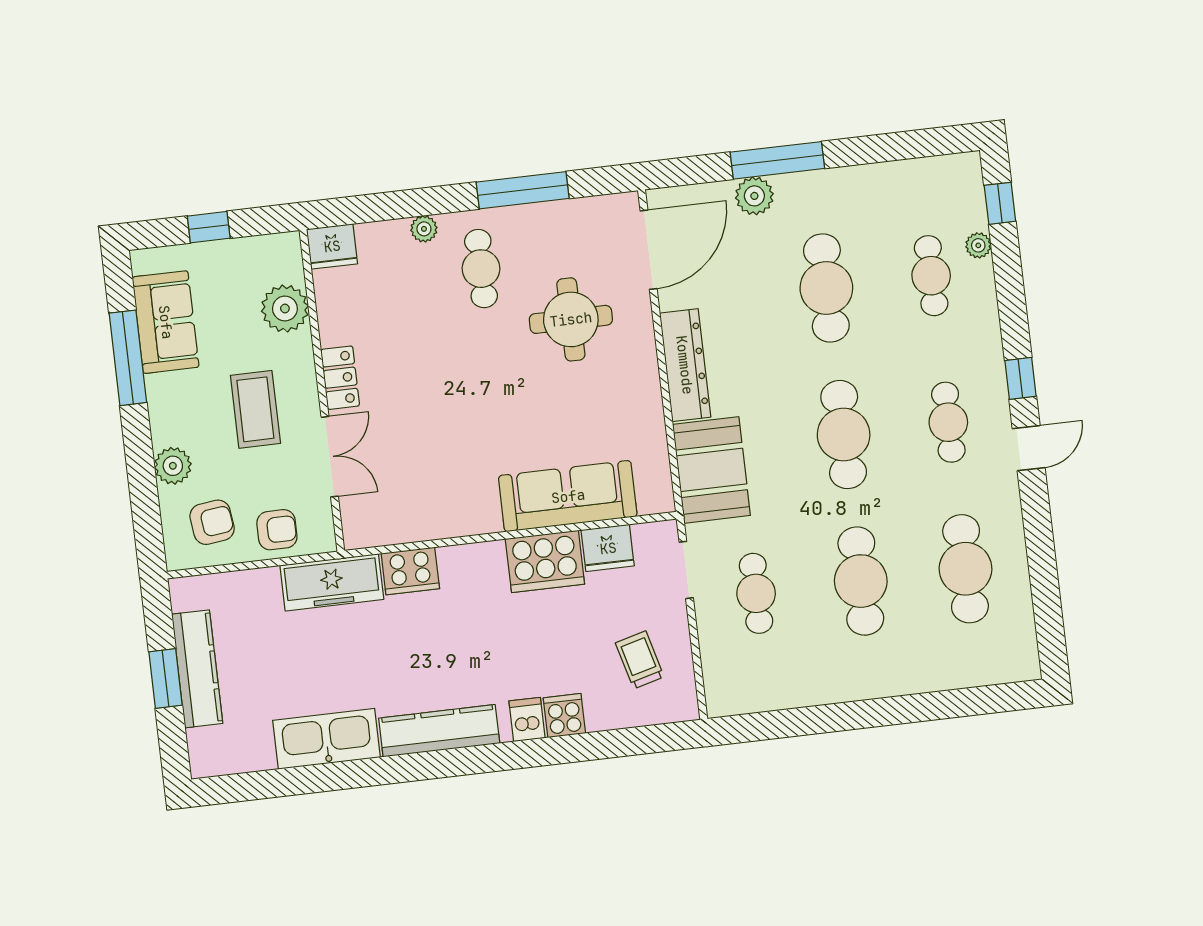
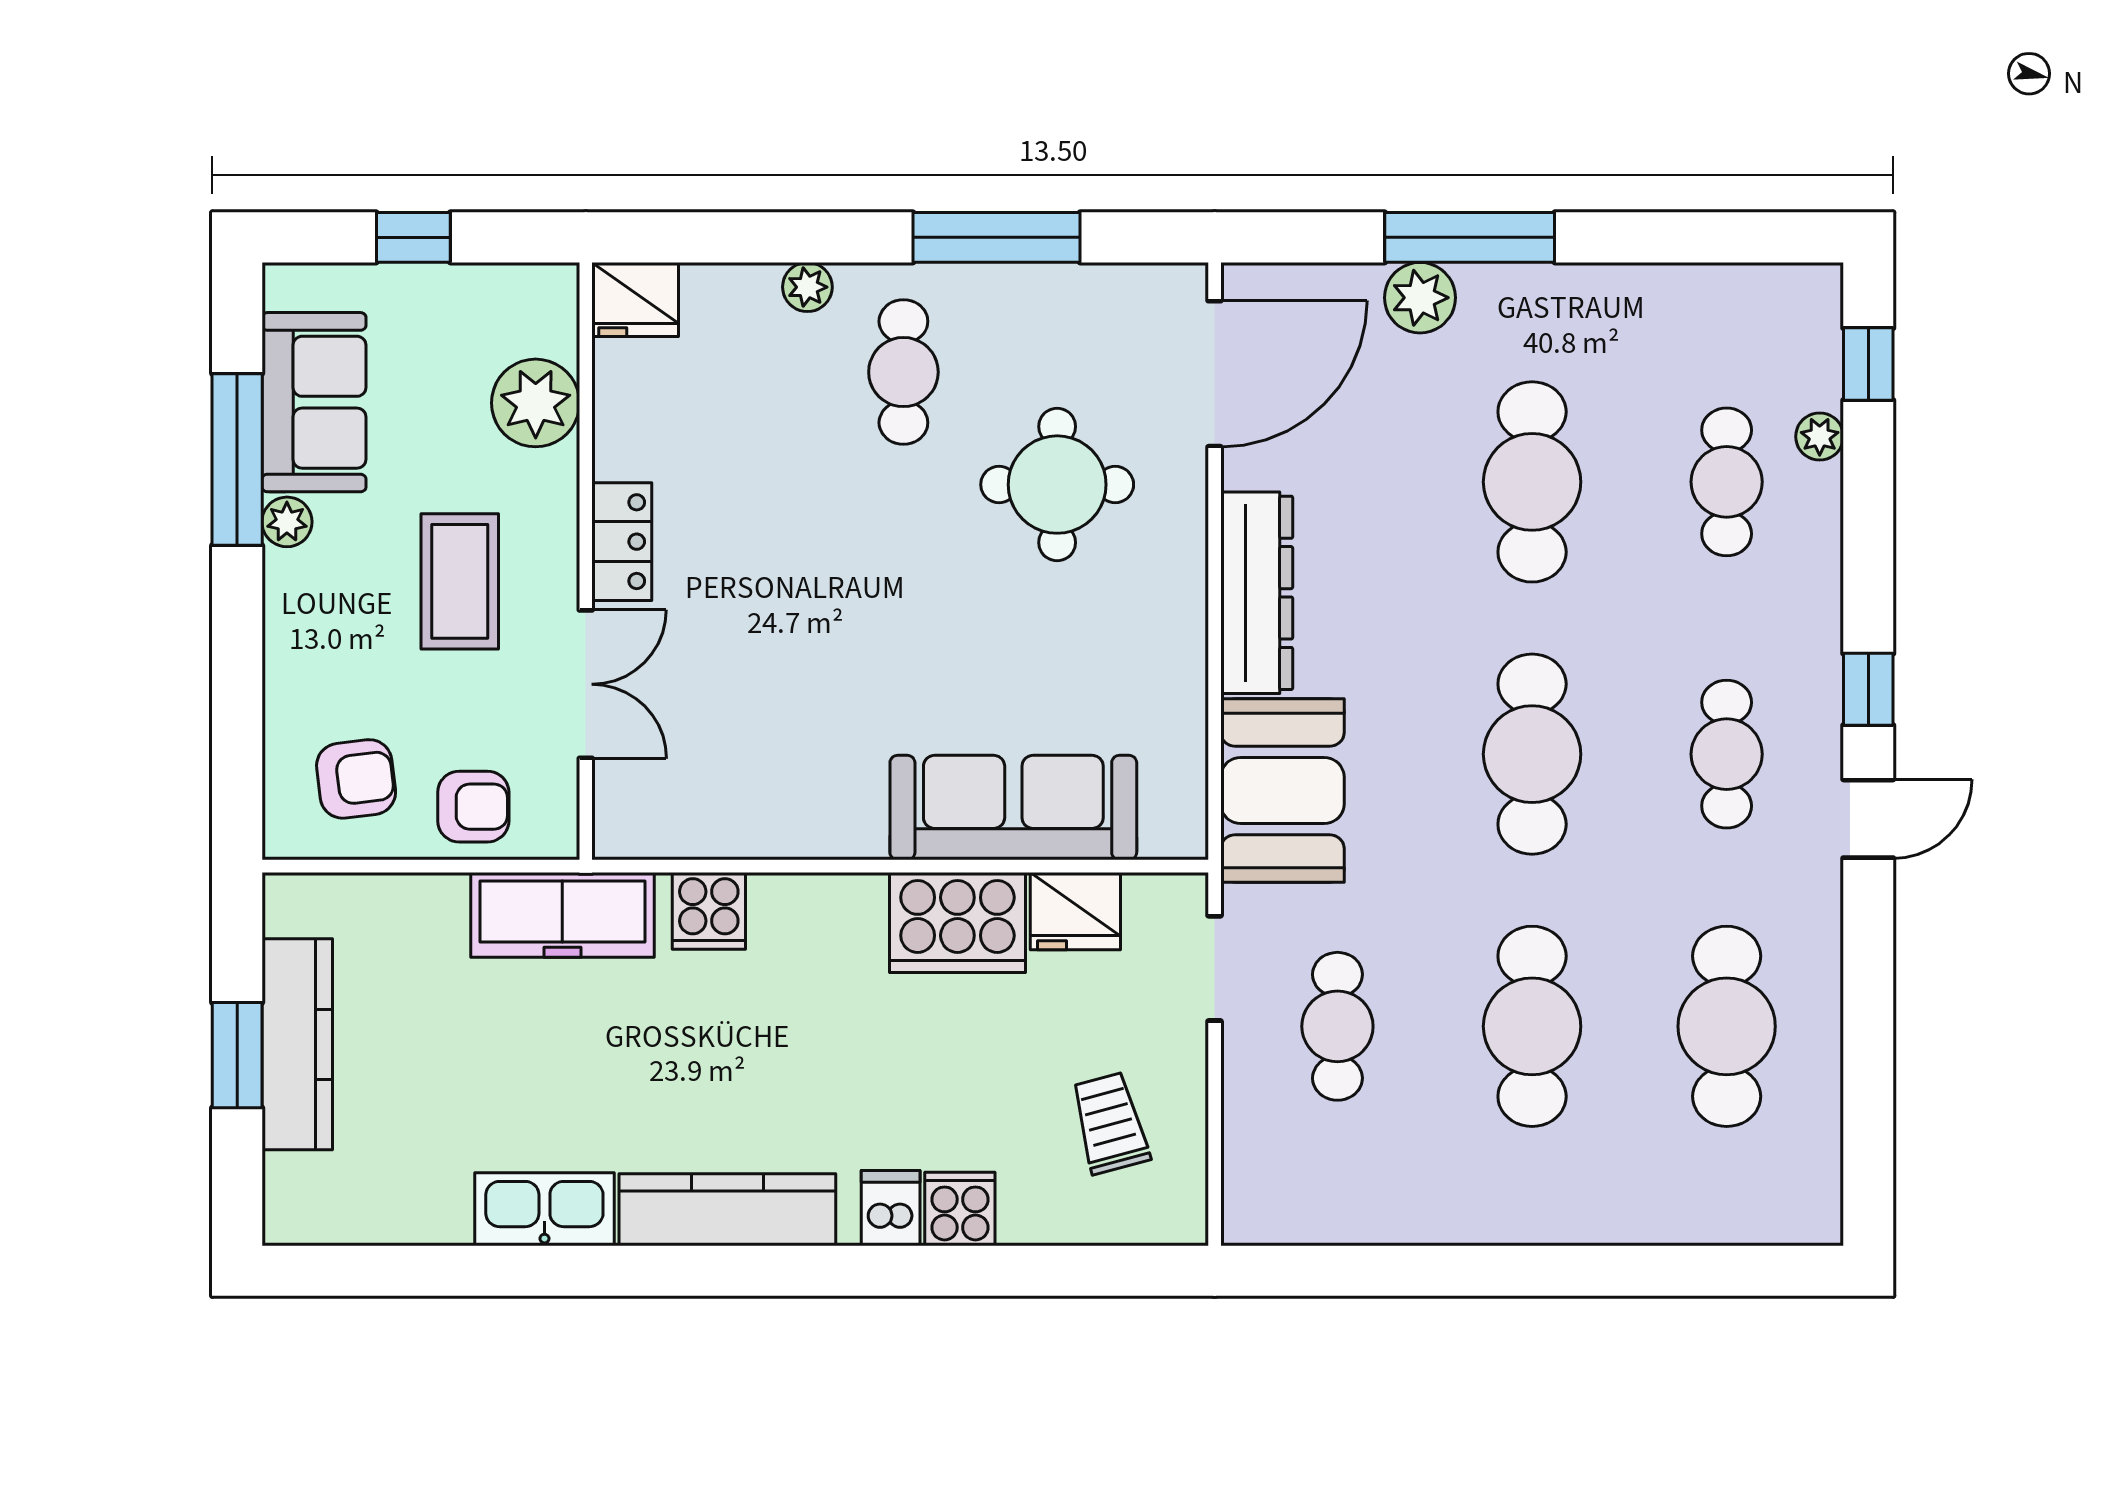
plant: (173, 466) -> (287, 522), moved, width x0.73, depth x0.73
cooker: (410, 571) -> (709, 911), width x0.73
kitchen sink: (326, 739) -> (544, 1209), width x0.73, depth x0.81

